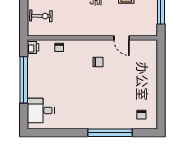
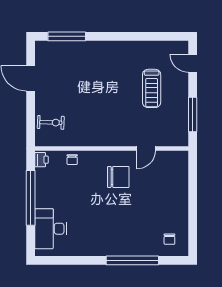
door: (122, 38) -> (146, 148), hinge flipped
chair: (98, 62) -> (118, 177), width x1.87, depth x1.87
desk: (41, 110) -> (51, 229), width x1.37

